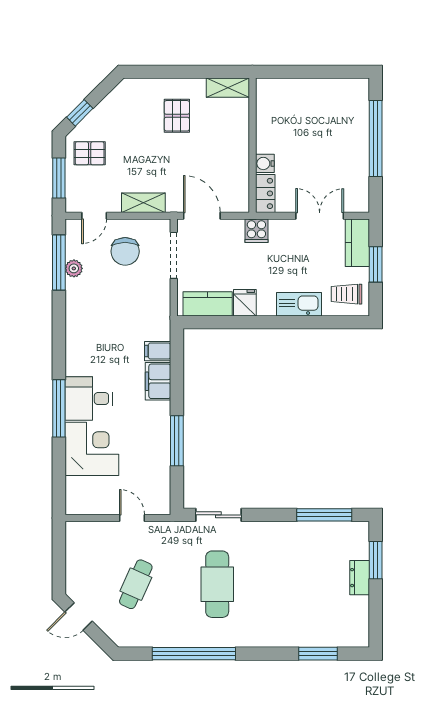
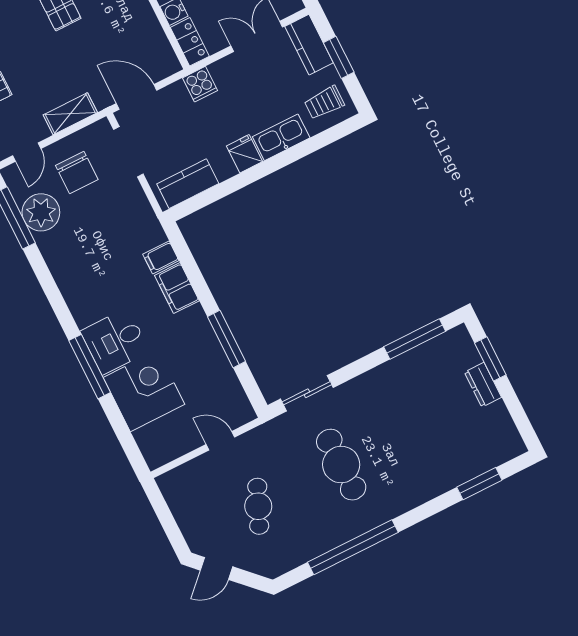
plant: (74, 268) -> (41, 212), width x1.87, depth x1.87
fridge: (245, 303) -> (245, 154), moved

